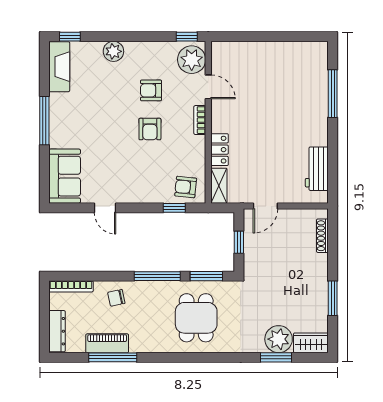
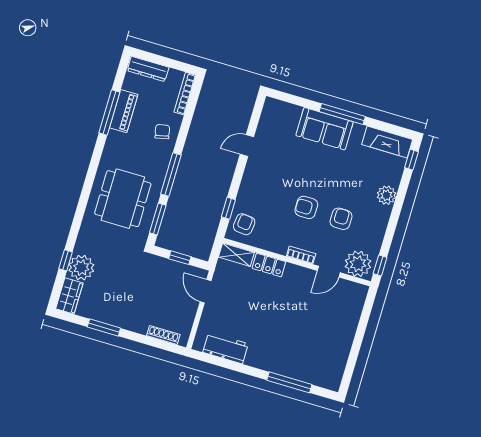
sofa: (65, 176) -> (324, 129), moved
dining table: (196, 318) -> (123, 199), width x1.37
window: (276, 357) -> (66, 260), width x0.67

